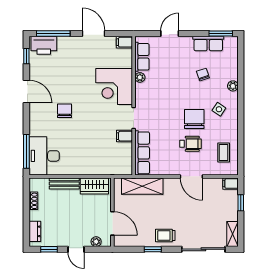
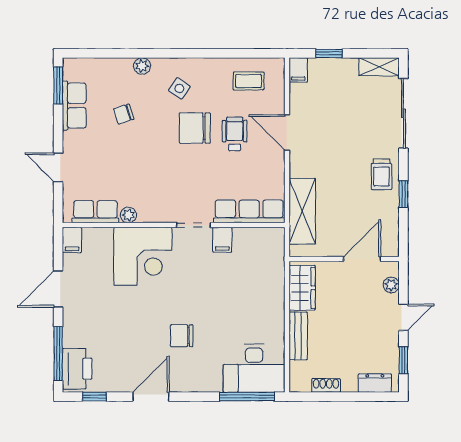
door: (191, 176) -> (287, 133), swing flipped

